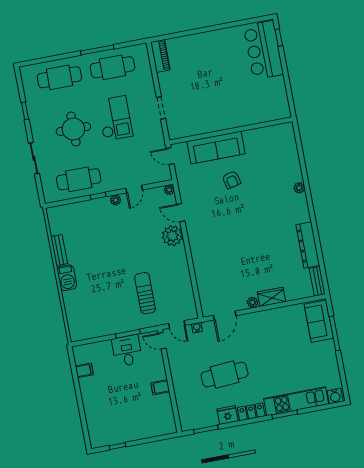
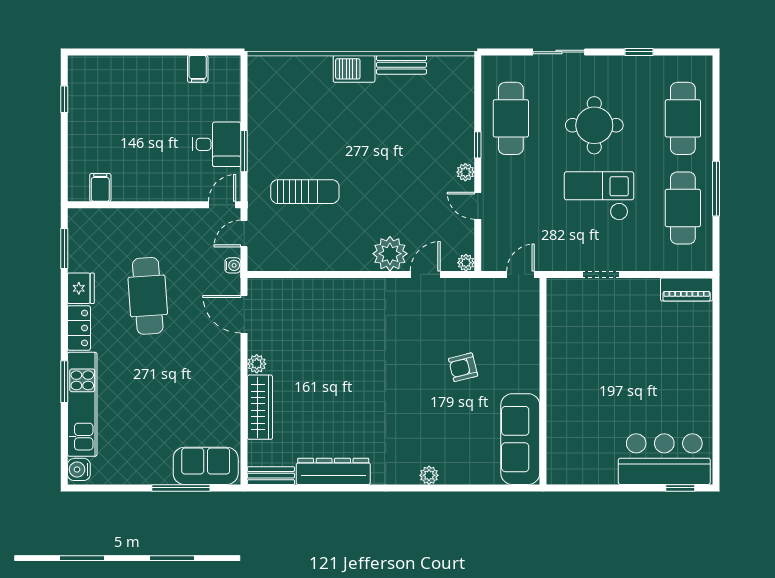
checkout: (115, 118) -> (599, 196), turned 180
sofa: (216, 148) -> (520, 439), moved
wardrobe: (272, 297) -> (260, 407), width x1.50
filing cabinet: (160, 387) -> (100, 187), moved

